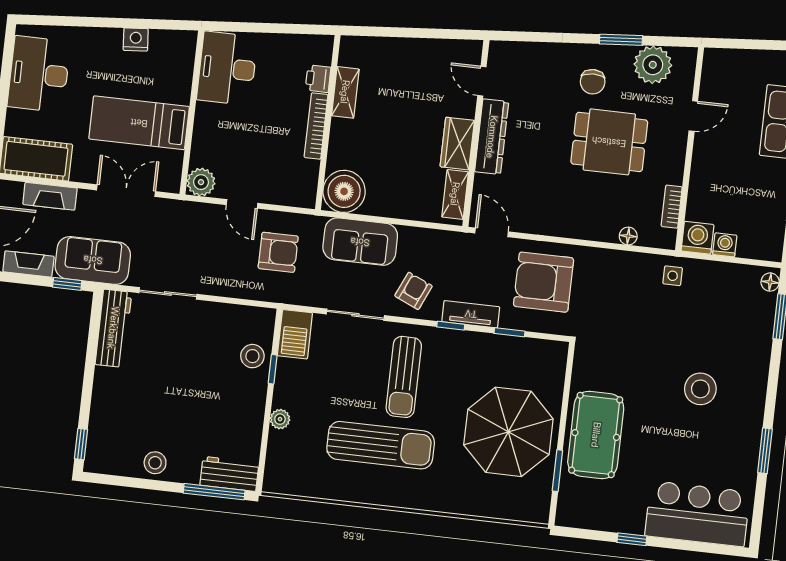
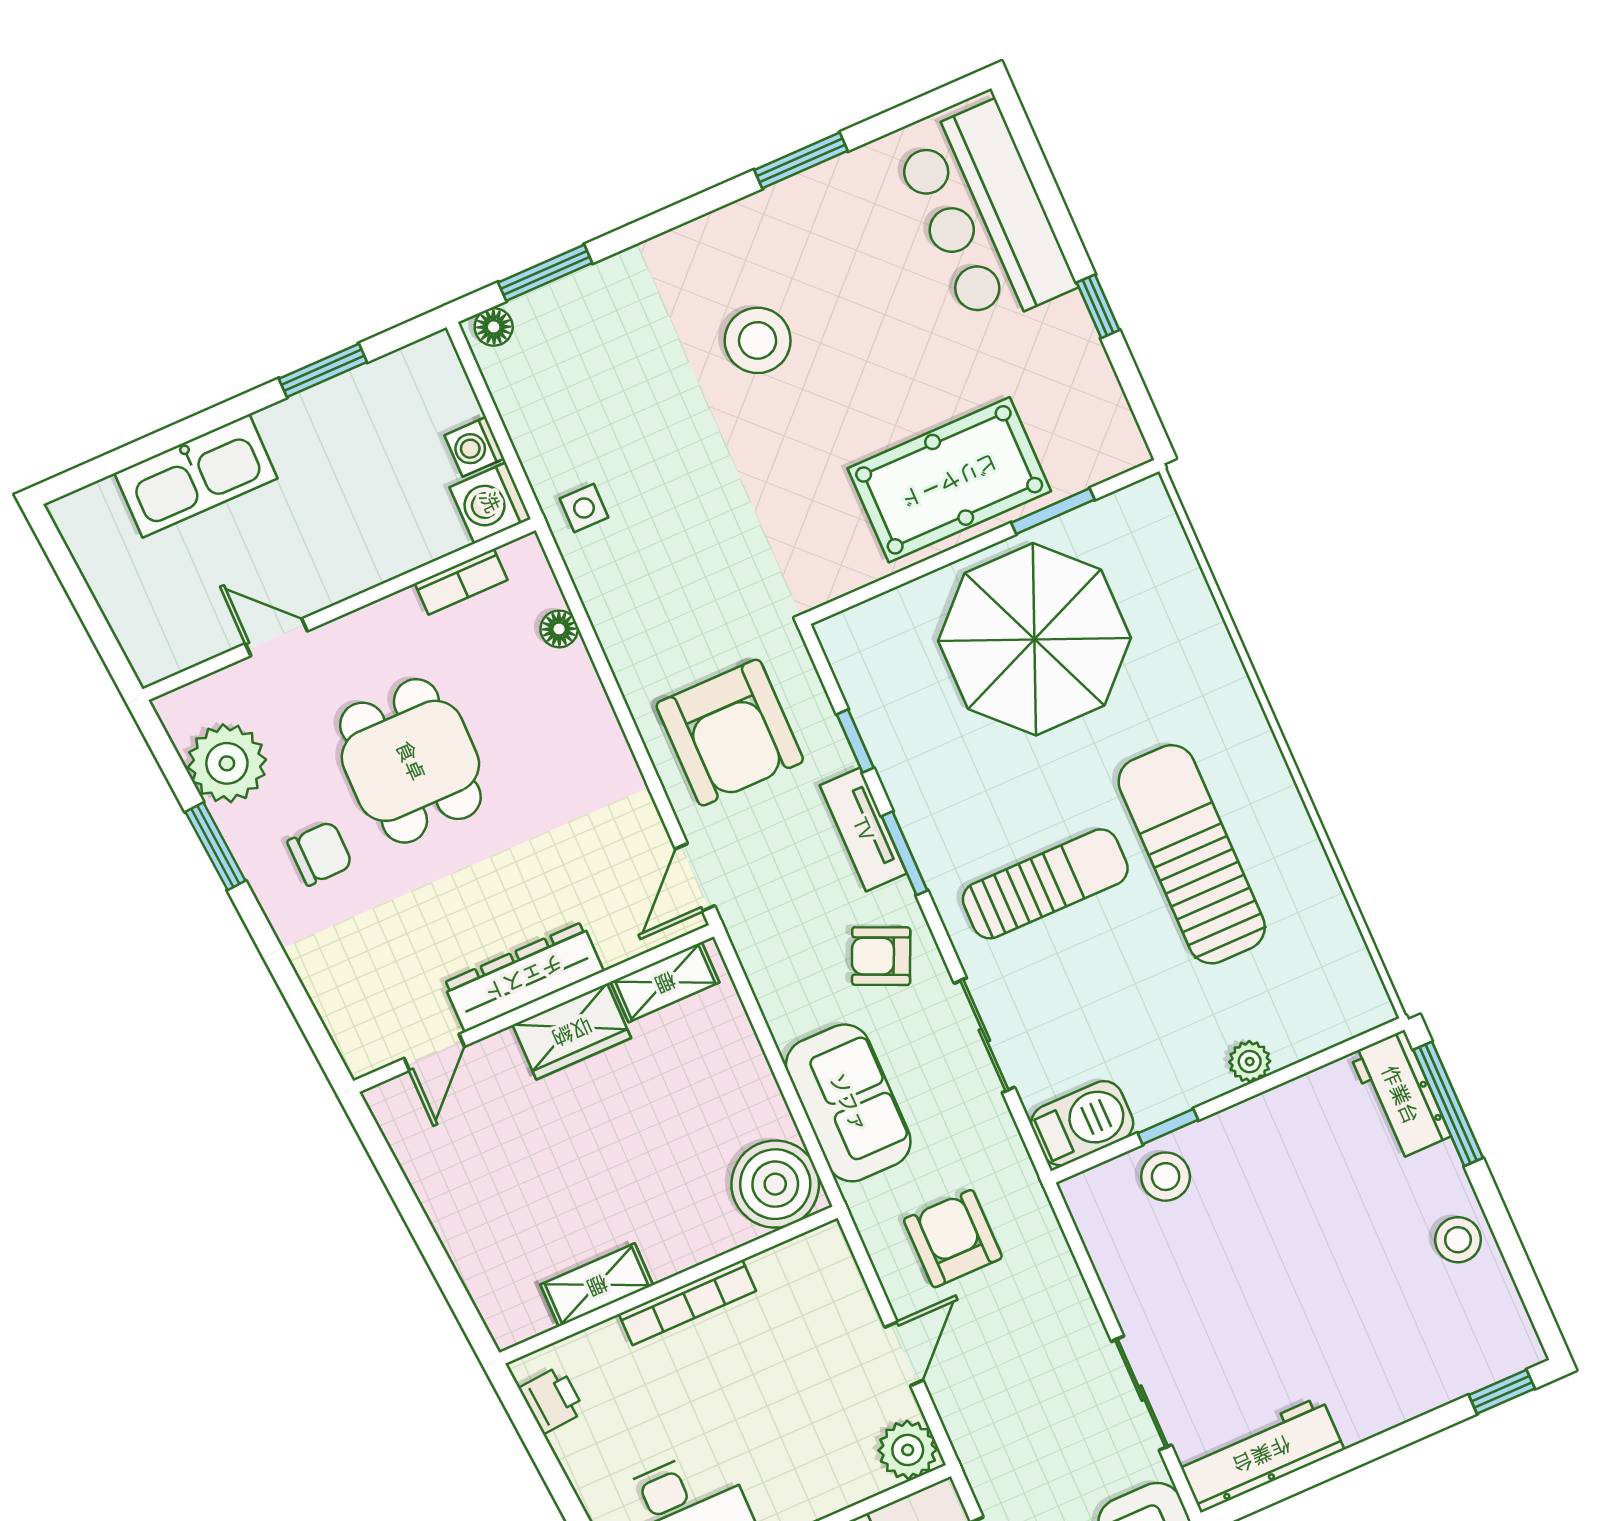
printer: (318, 79) -> (552, 1400), moved, turned -95
window: (451, 326) -> (904, 853), width x1.50

